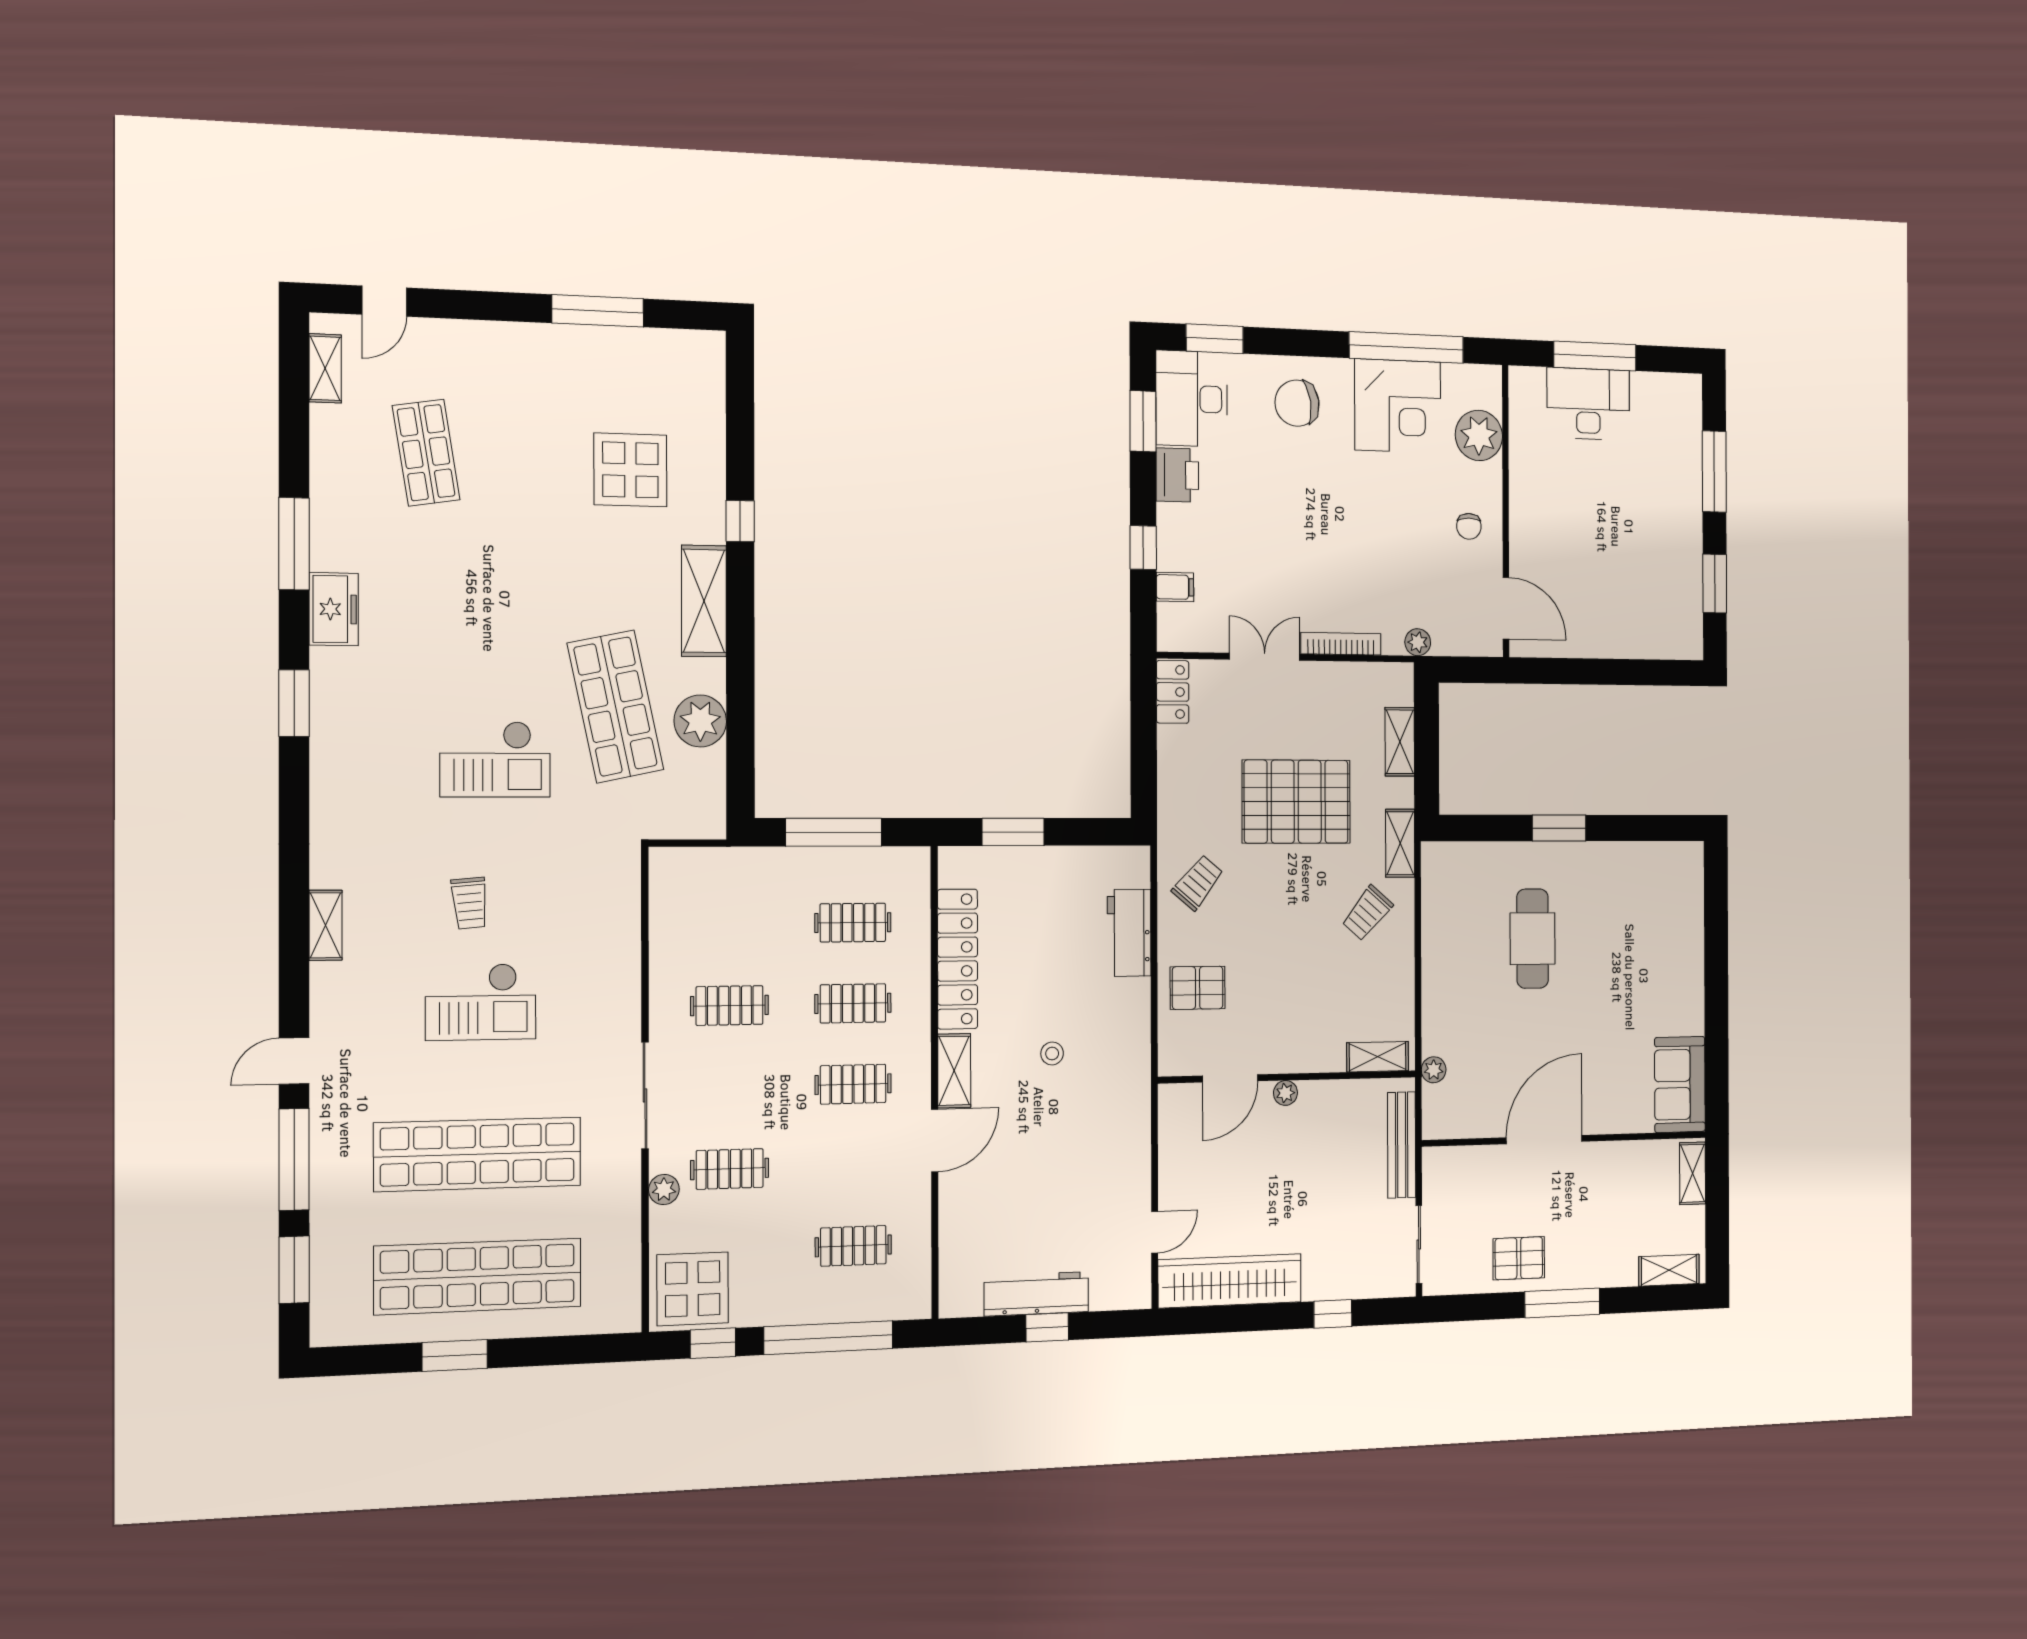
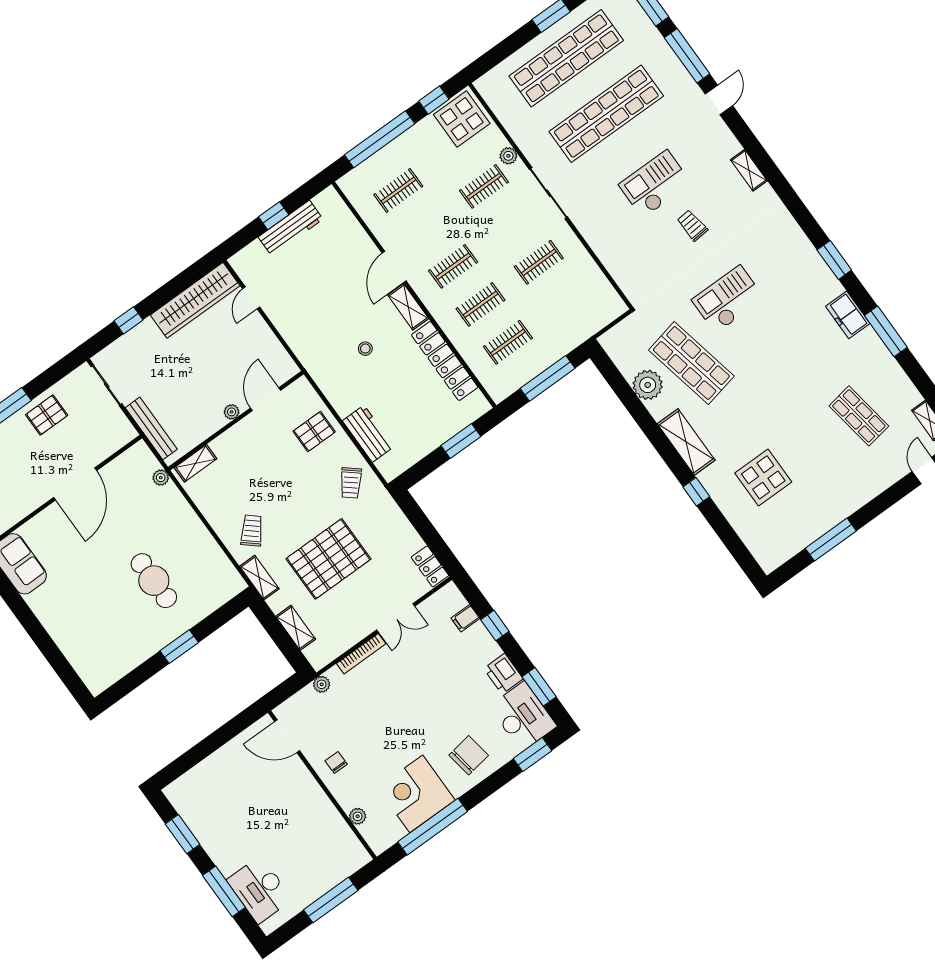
desk: (1588, 404) -> (260, 890), moved, turned 90
plant: (1479, 435) -> (358, 816), width x0.53, depth x0.53

